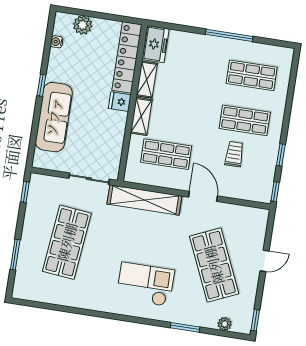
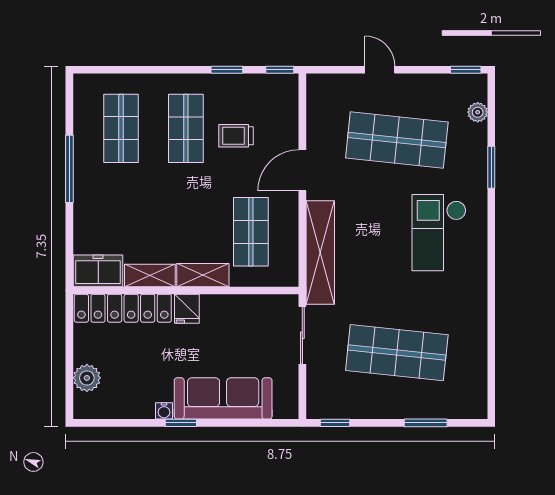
water cooler: (57, 42) -> (164, 411), moved
shop shelf: (214, 265) -> (397, 140), turned 30

